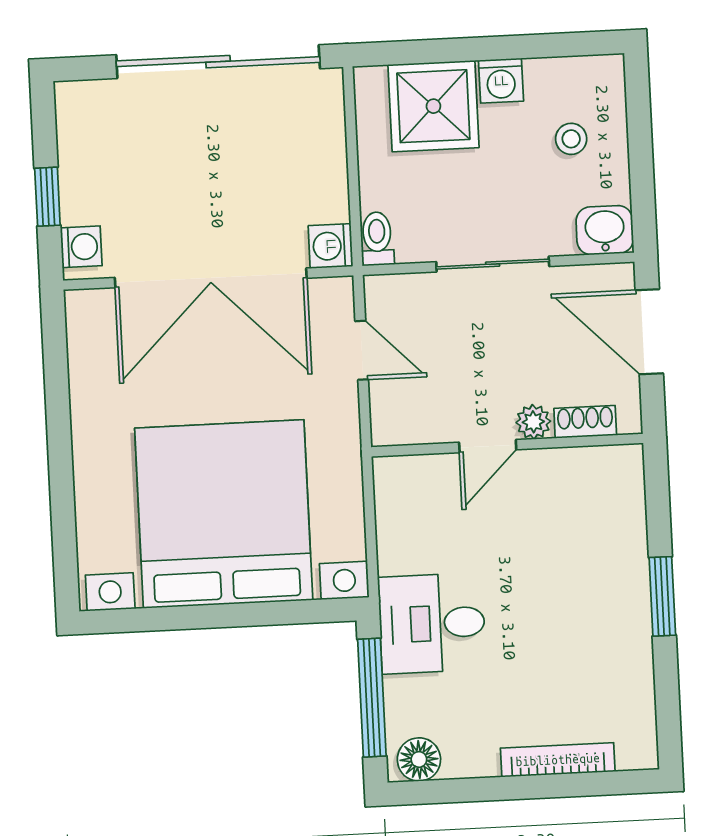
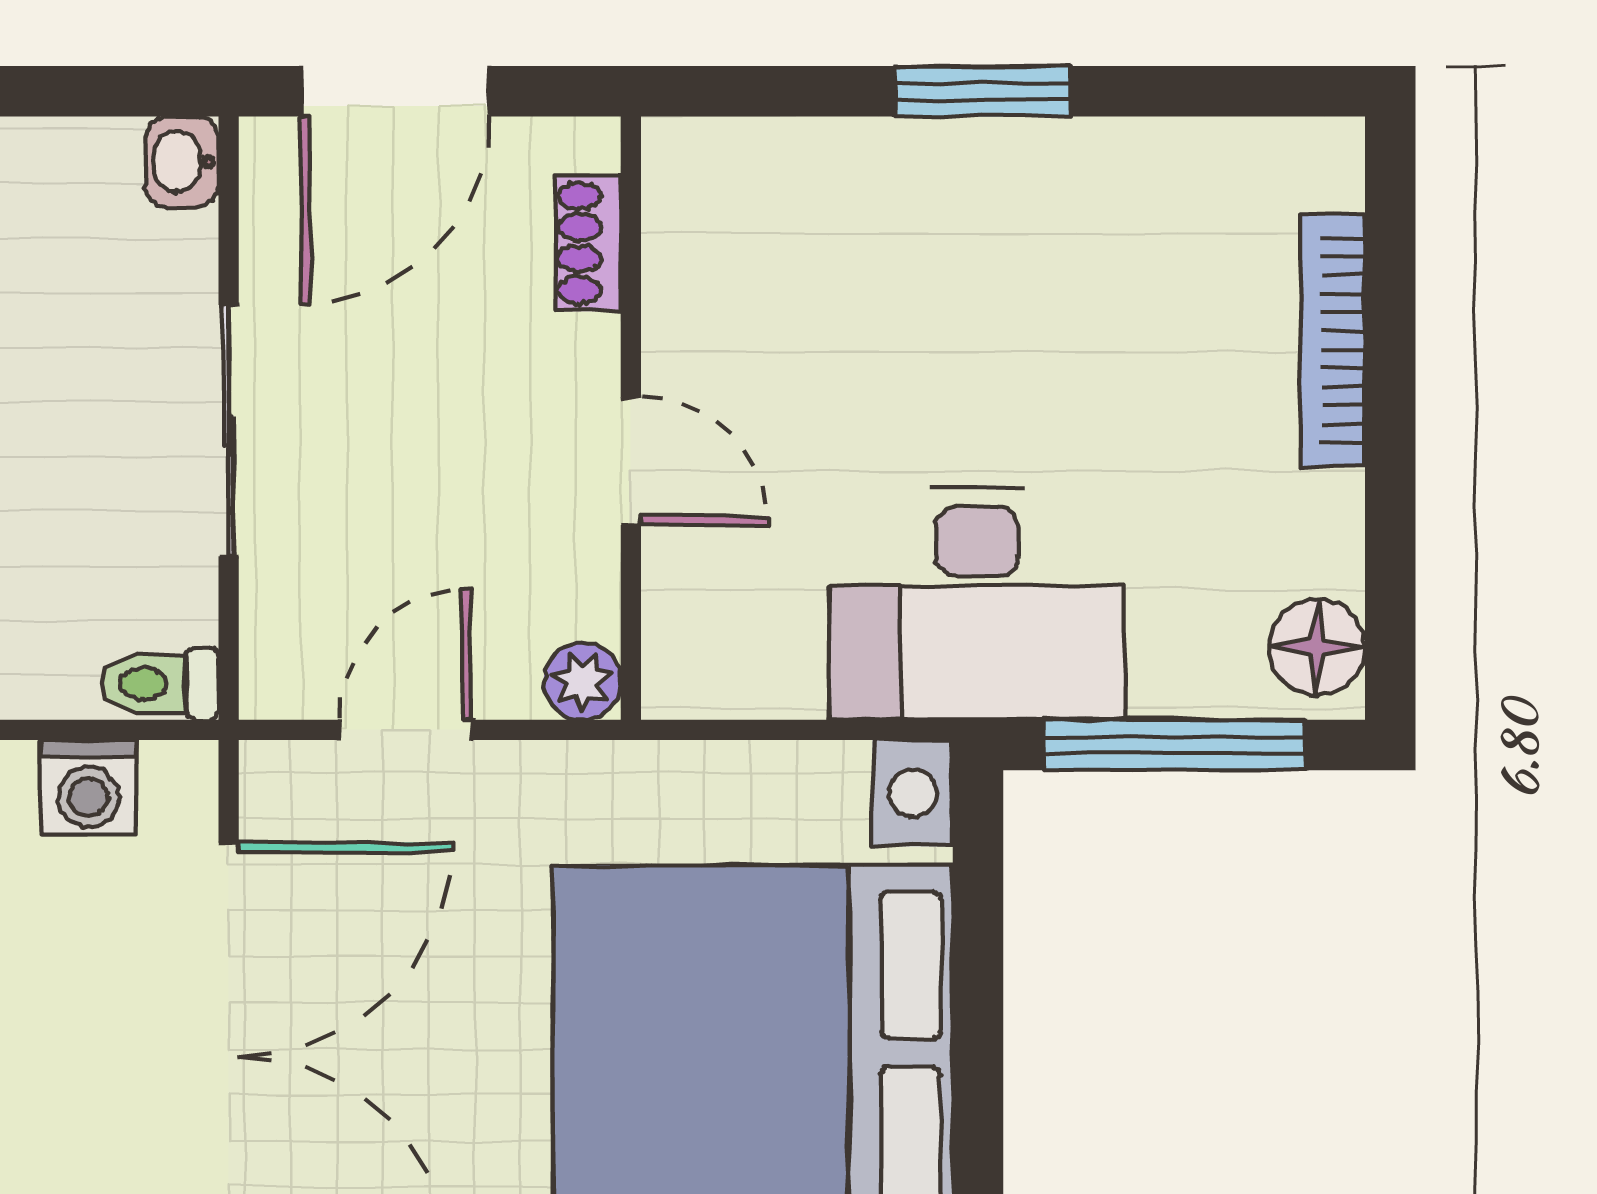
washbasin: (605, 230) -> (182, 162), width x0.72, depth x0.69
washing machine: (331, 246) -> (88, 787), moved
plant: (533, 422) -> (582, 681), moved
desk: (432, 623) -> (977, 604), width x1.37

